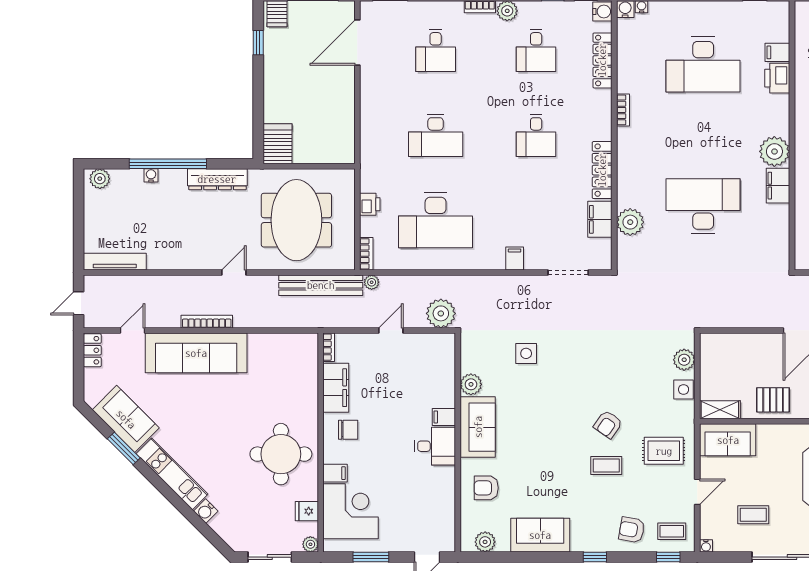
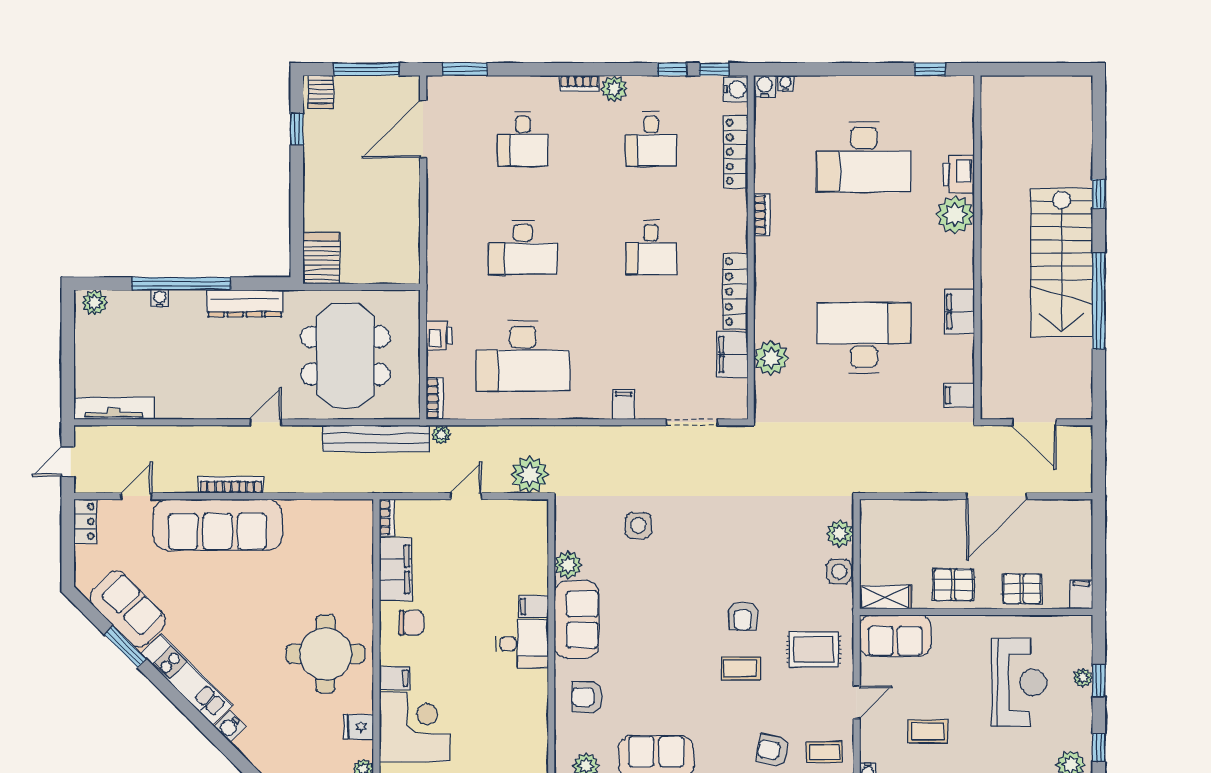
filing cabinet: (777, 52) -> (959, 395), moved
plant: (774, 151) -> (955, 215), moved
armchair: (608, 424) -> (743, 616), turned -35

